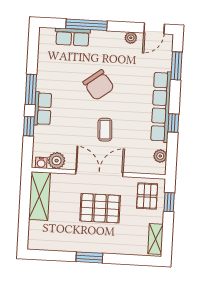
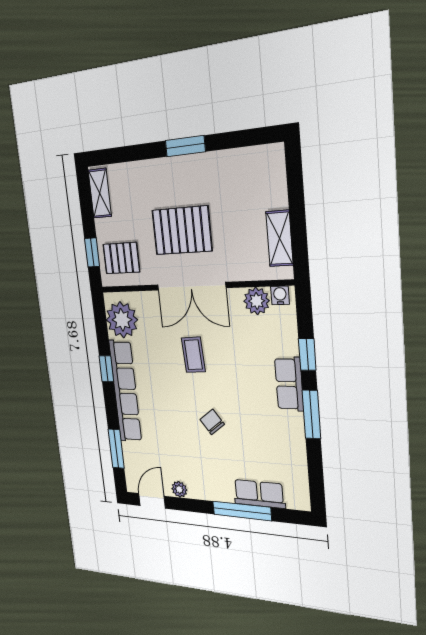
chair: (99, 85) -> (212, 422), width x0.54, depth x0.54
plant: (160, 156) -> (122, 320), width x1.87, depth x1.87
shelving: (39, 196) -> (279, 238), width x0.67, depth x0.75
pallet: (147, 196) -> (121, 258), turned 90

